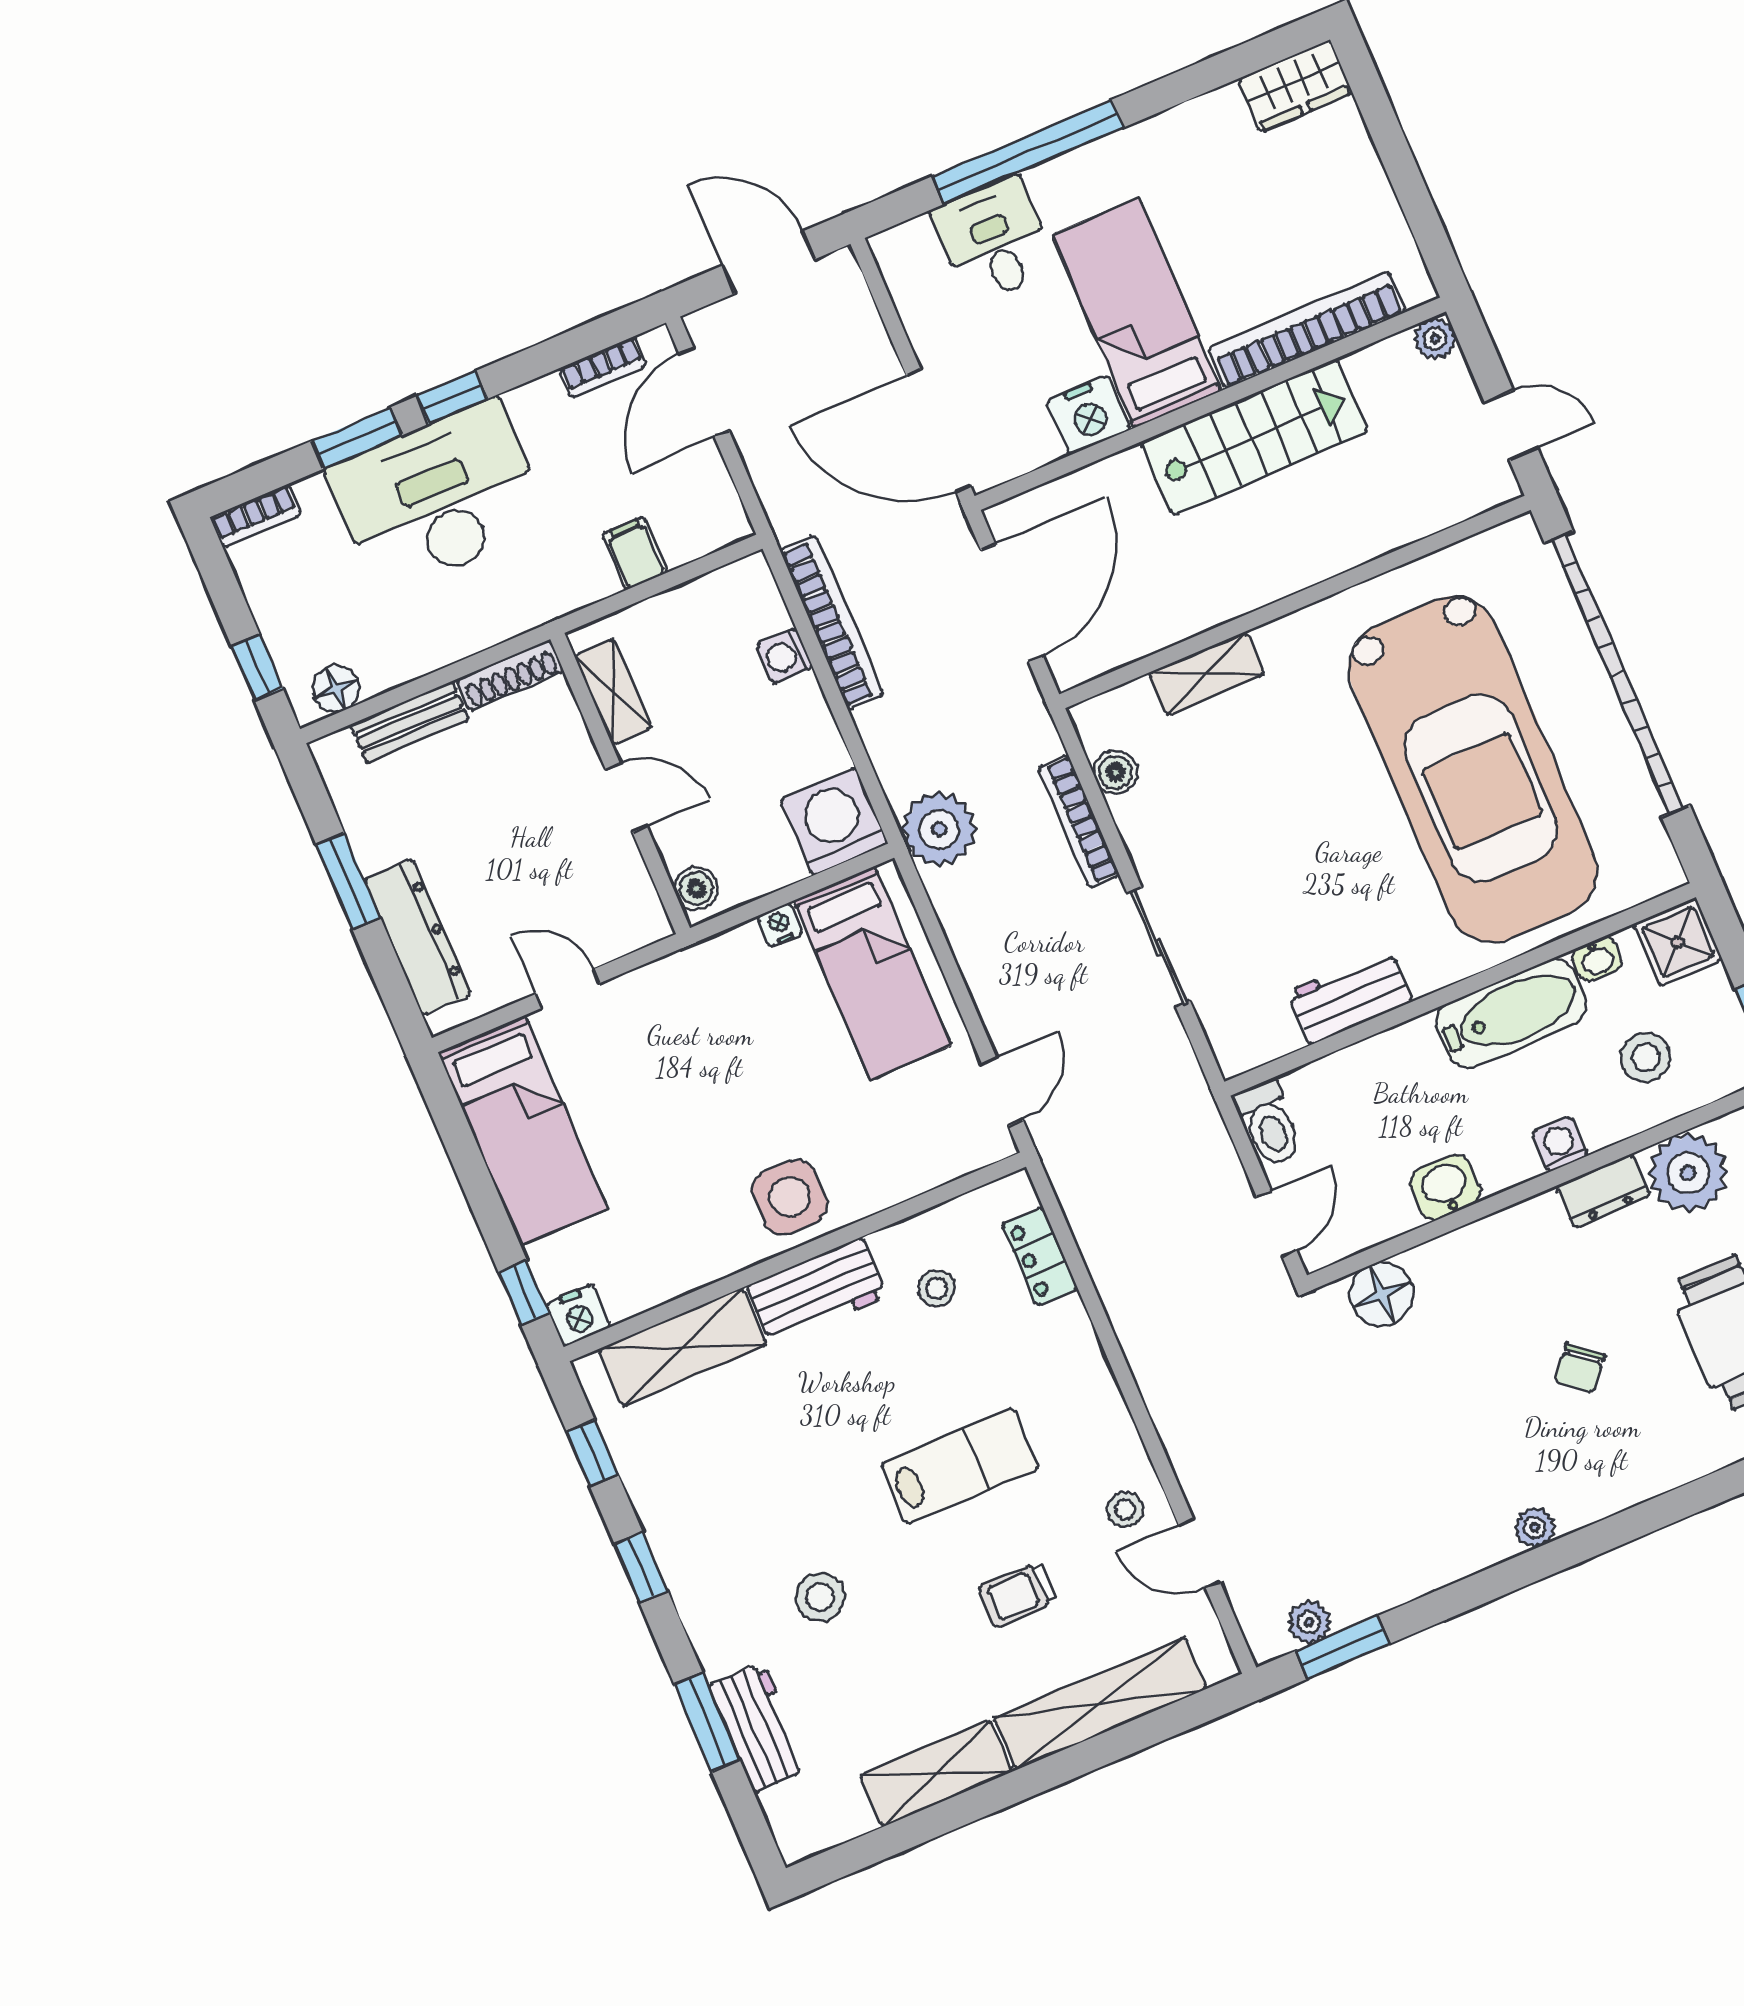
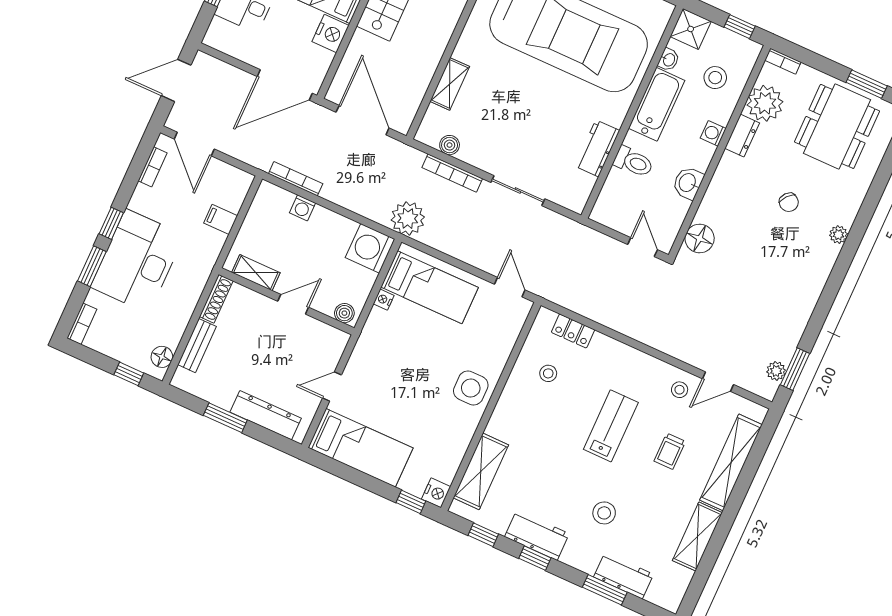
bookcase: (832, 623) -> (296, 179), width x0.68, depth x0.76
toilet: (1269, 1123) -> (633, 162), moved
workbench: (817, 1291) -> (537, 535), moved, turned -90
plant: (1535, 1527) -> (838, 235), moved

